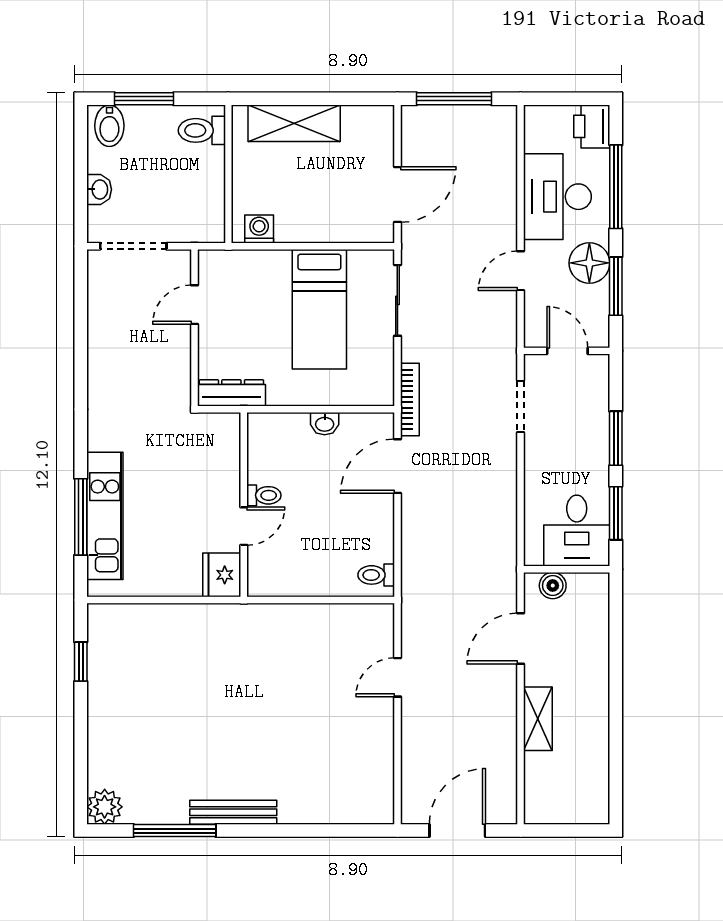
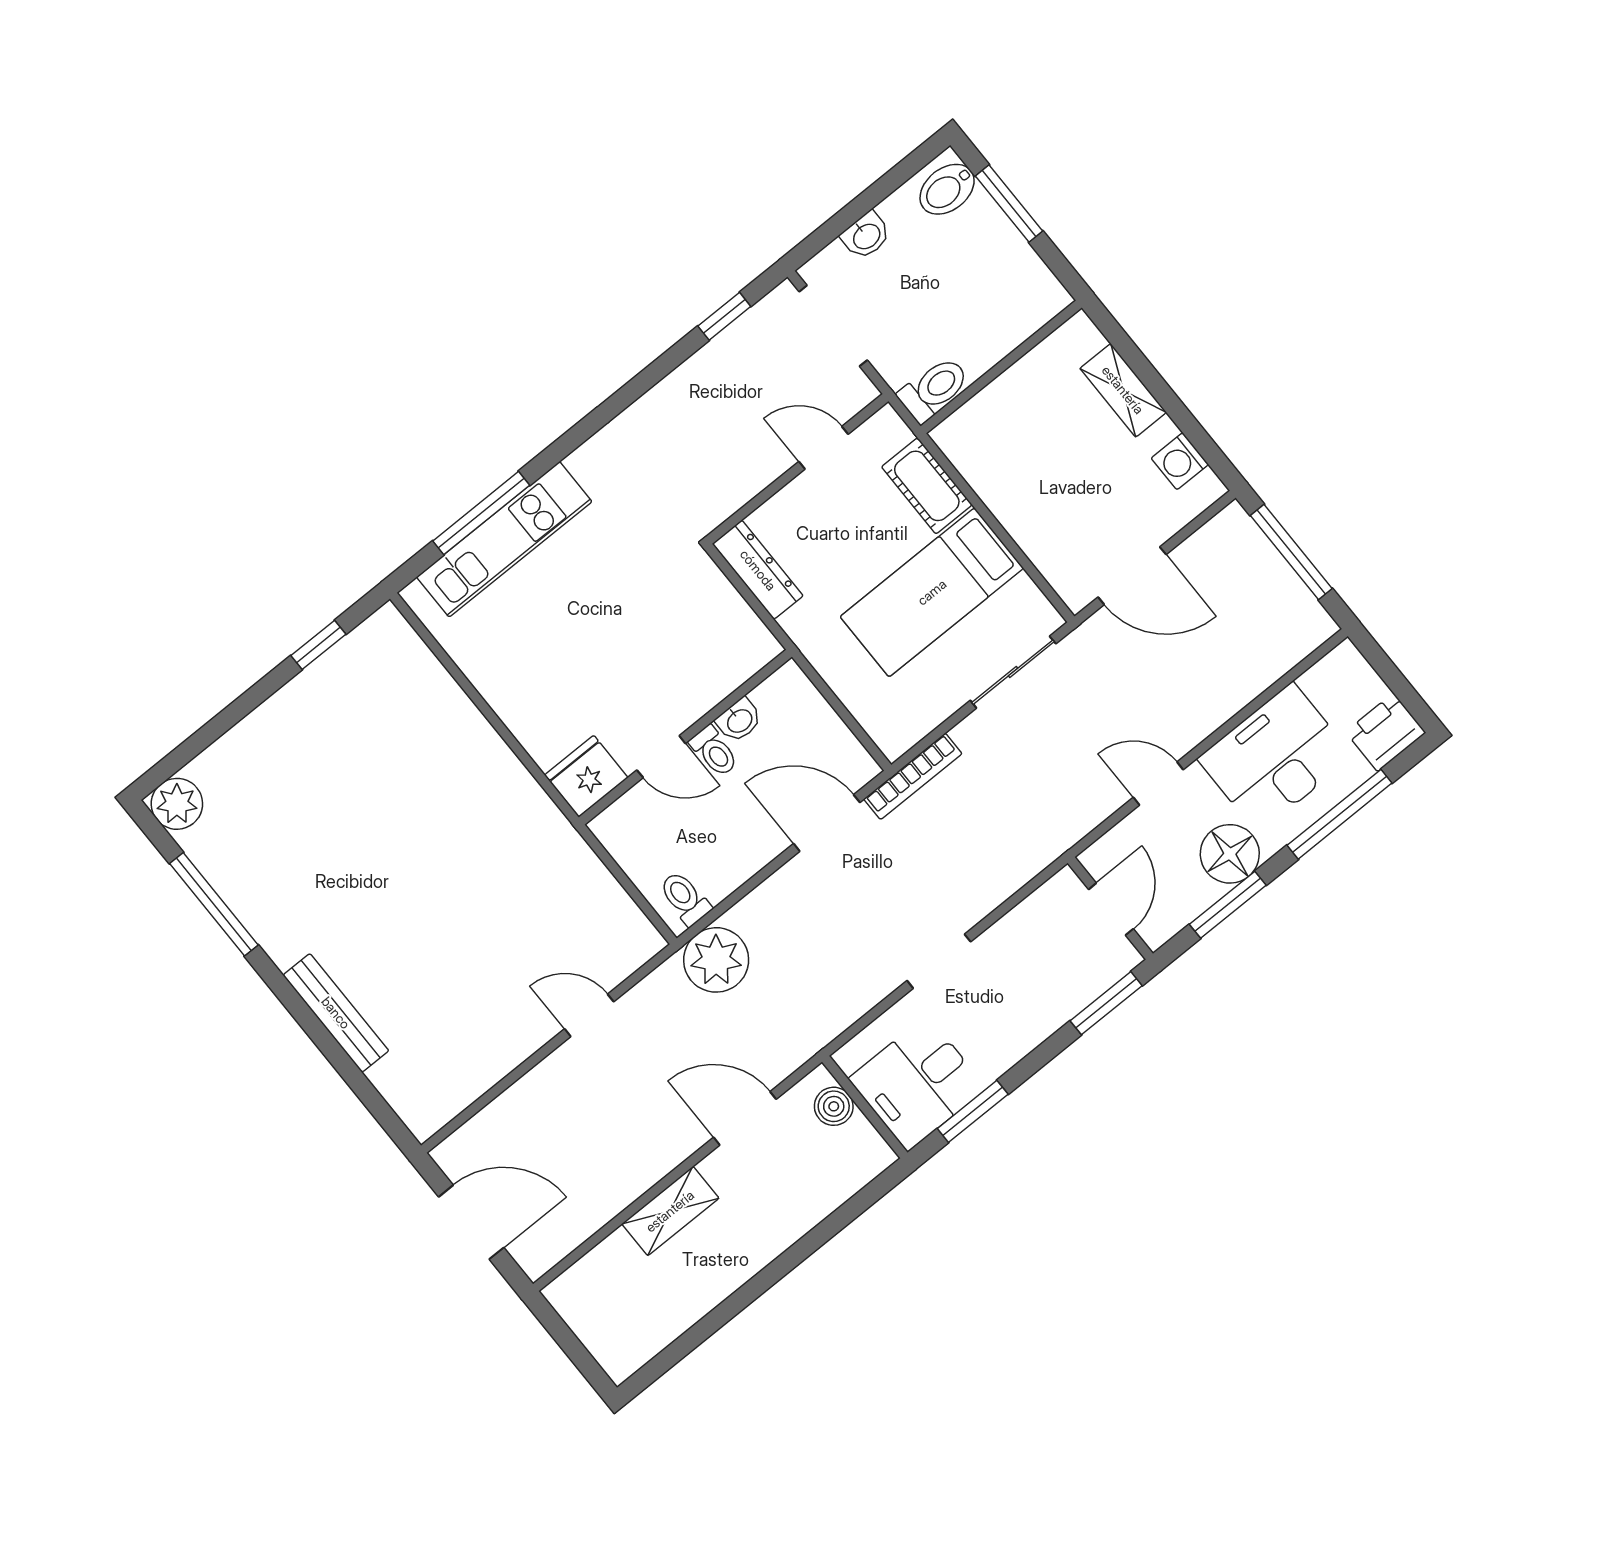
shelving: (294, 123) -> (1123, 390), width x0.67, depth x0.75
toilet: (202, 130) -> (934, 389), moved, turned 90
washing machine: (259, 229) -> (1180, 461), moved, turned 180
cot: (260, 266) -> (927, 486), added
window: (81, 301) -> (724, 316), added
doorway: (521, 406) -> (939, 961), moved
washbasin: (325, 424) -> (739, 720), moved, turned -90
window: (616, 438) -> (1106, 1003), moved
toilet: (264, 495) -> (714, 751), moved
wall: (244, 505) -> (685, 737), moved
door: (244, 526) -> (661, 757), moved
fridge: (222, 575) -> (586, 776), moved
plant: (423, 585) -> (716, 960), added
bench: (233, 812) -> (336, 1013), moved

